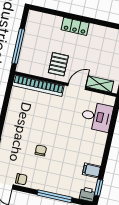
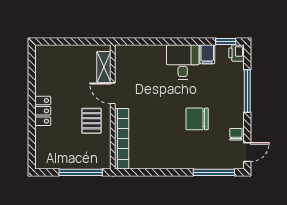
pallet: (58, 64) -> (91, 121), turned 90
desk: (97, 117) -> (183, 62), moved
chair: (41, 150) -> (197, 119), width x1.87, depth x1.87

